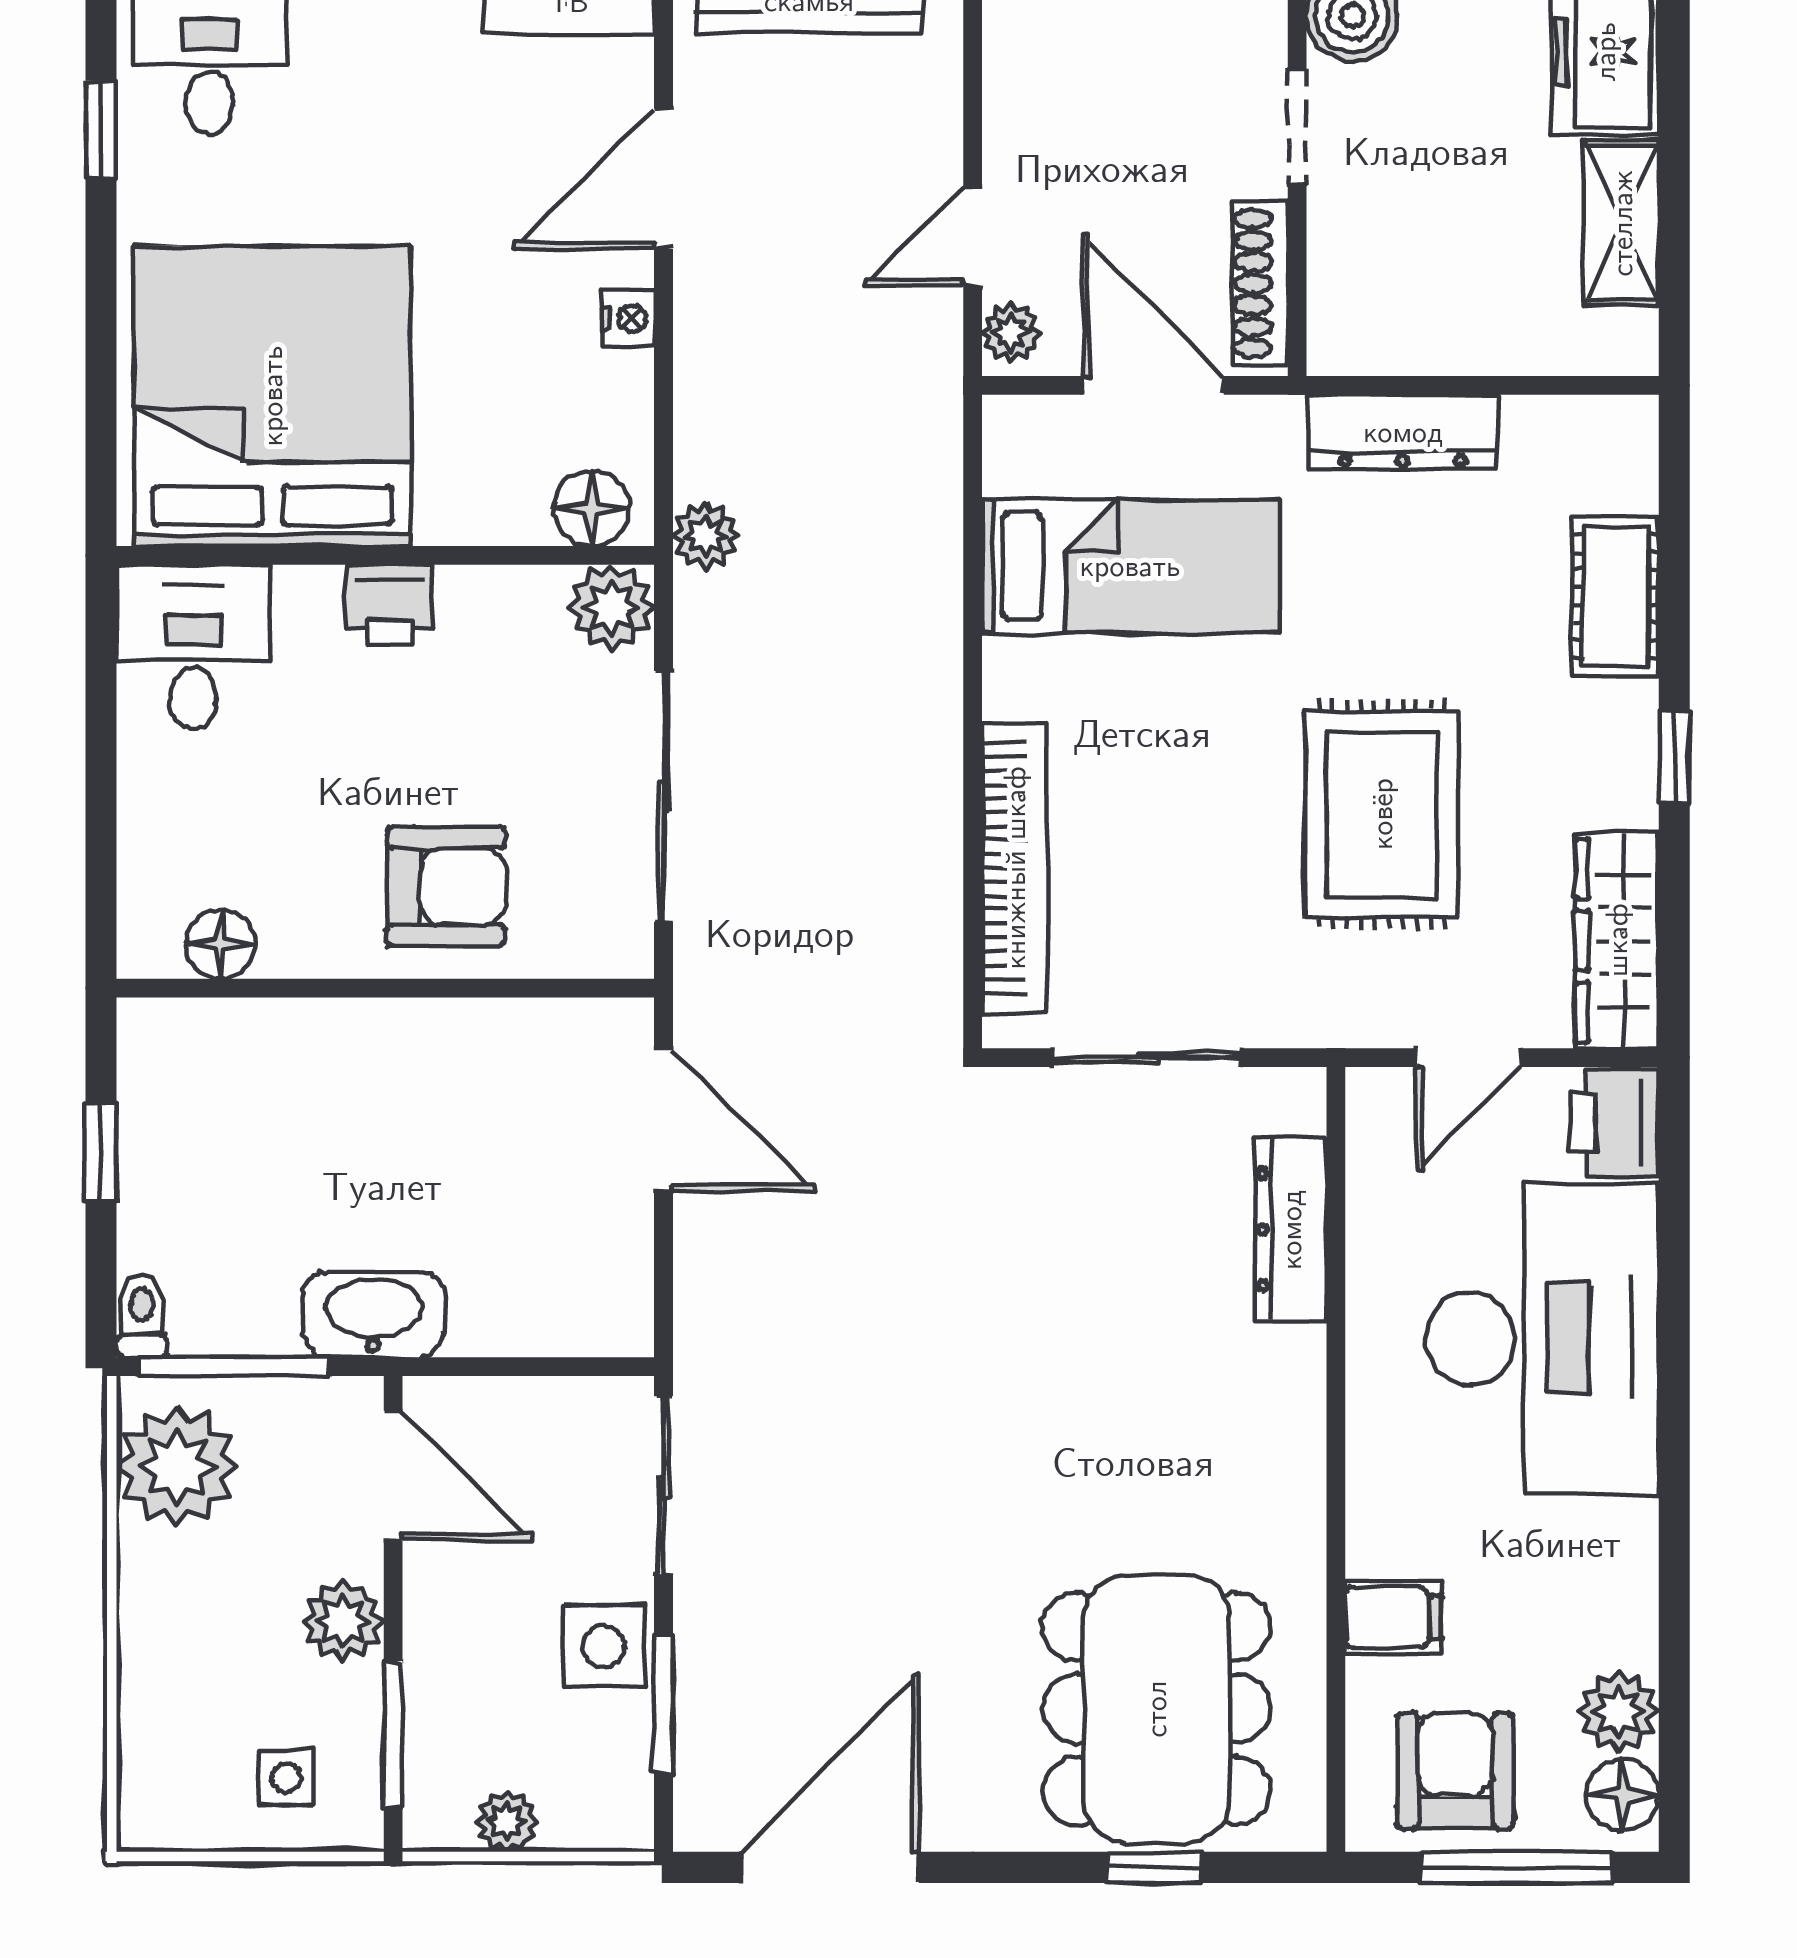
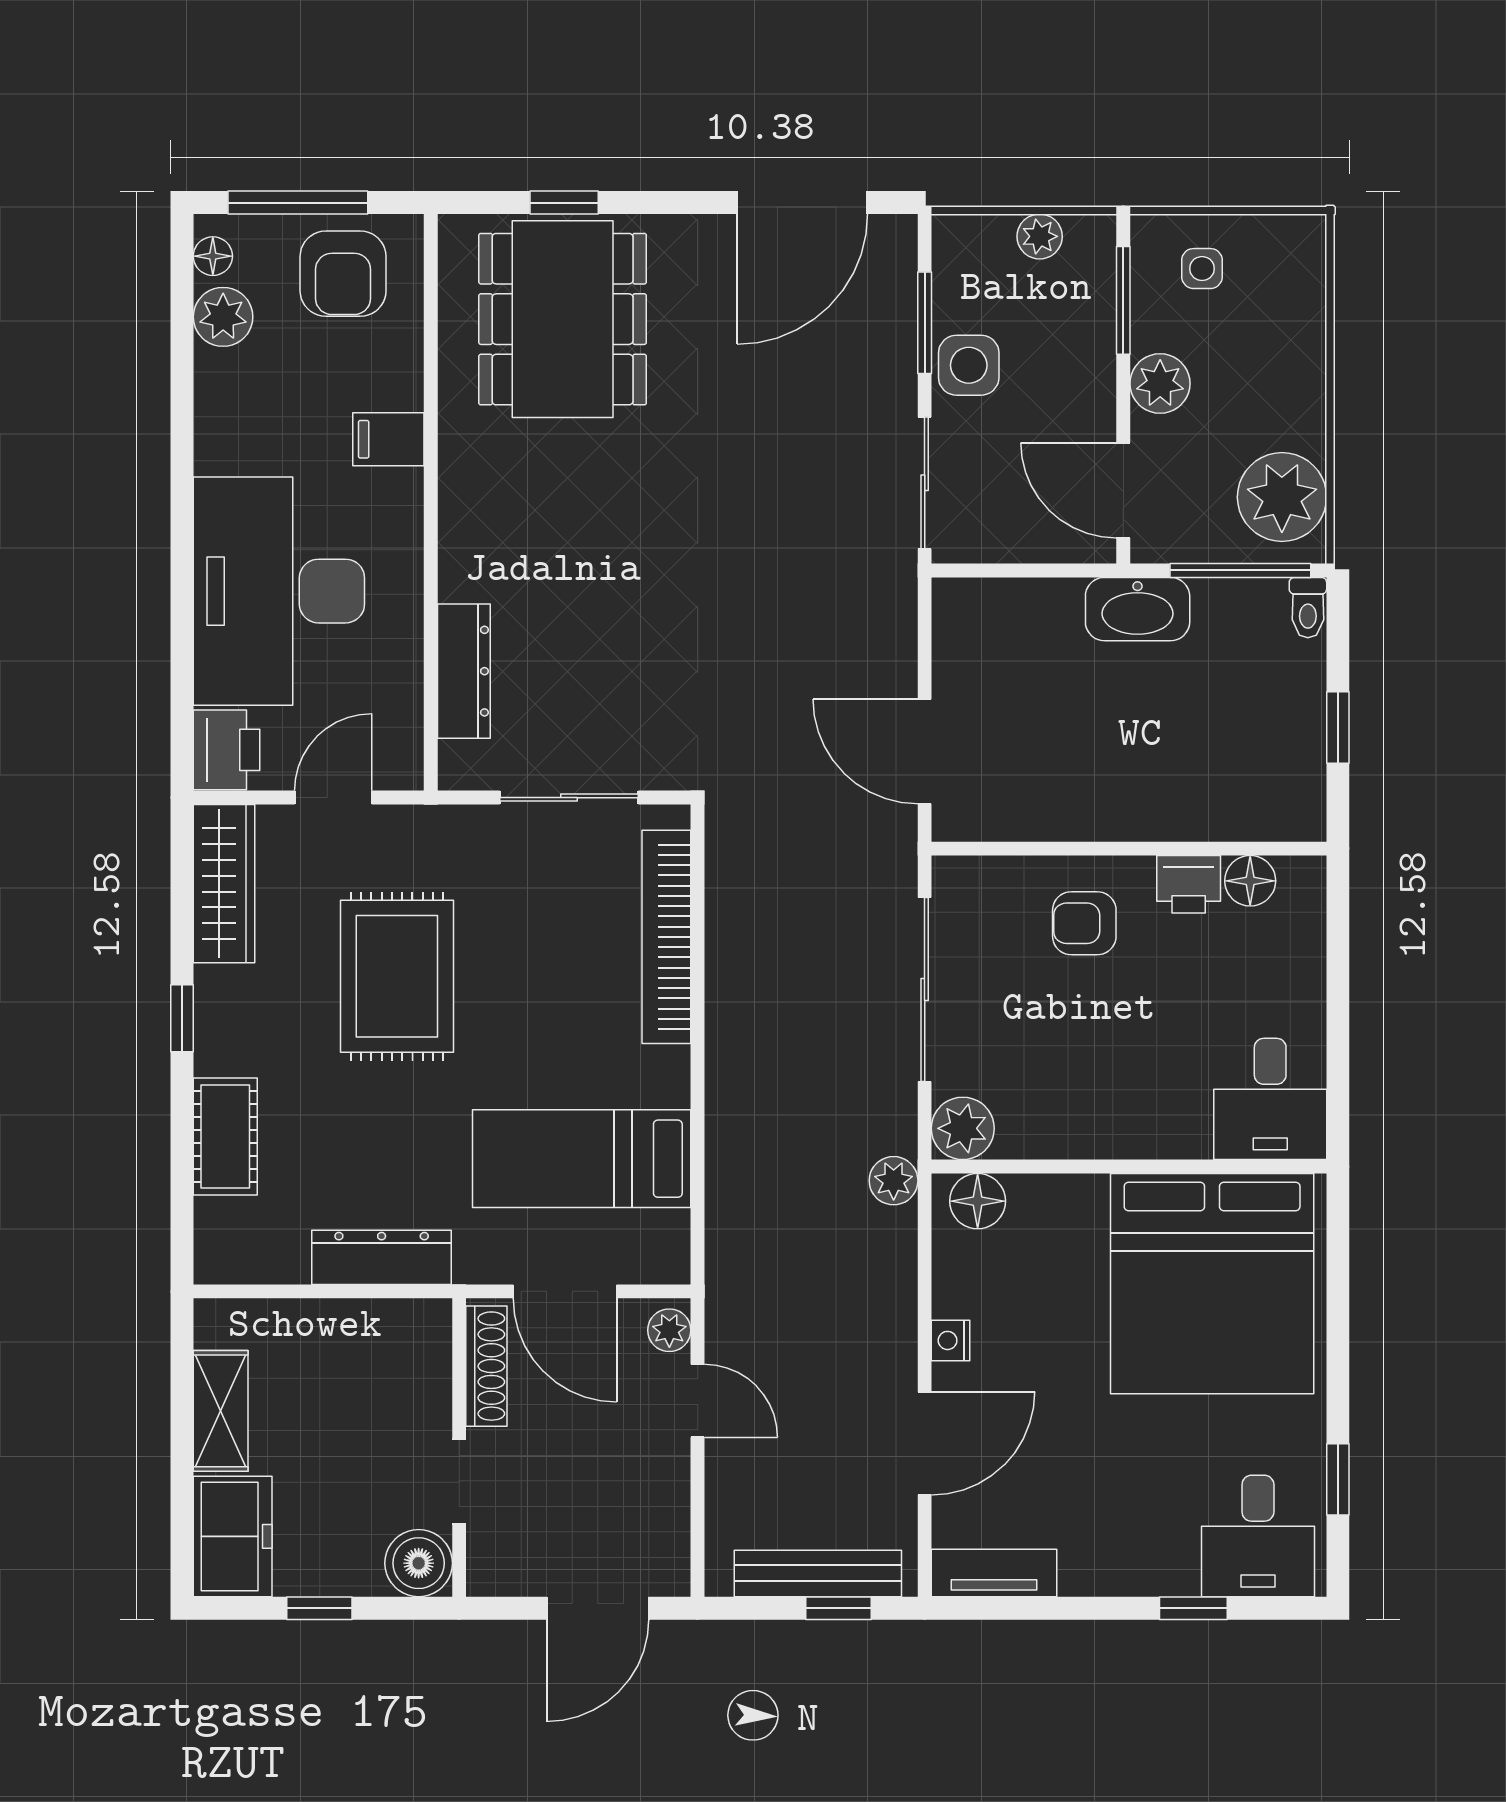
door: (973, 236) -> (698, 1401), hinge flipped
printer: (389, 604) -> (1189, 884), moved, turned 180
armchair: (446, 886) -> (1084, 923), width x0.72, depth x0.72
filing cabinet: (1393, 1617) -> (388, 439), moved
floor lamp: (1623, 1795) -> (213, 256), width x0.73, depth x0.73

